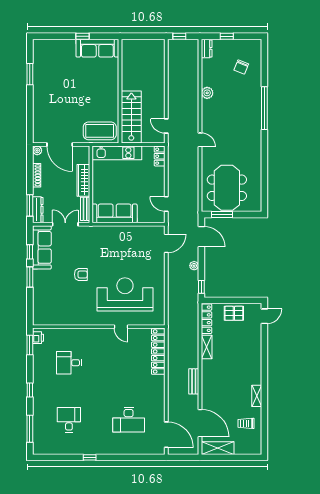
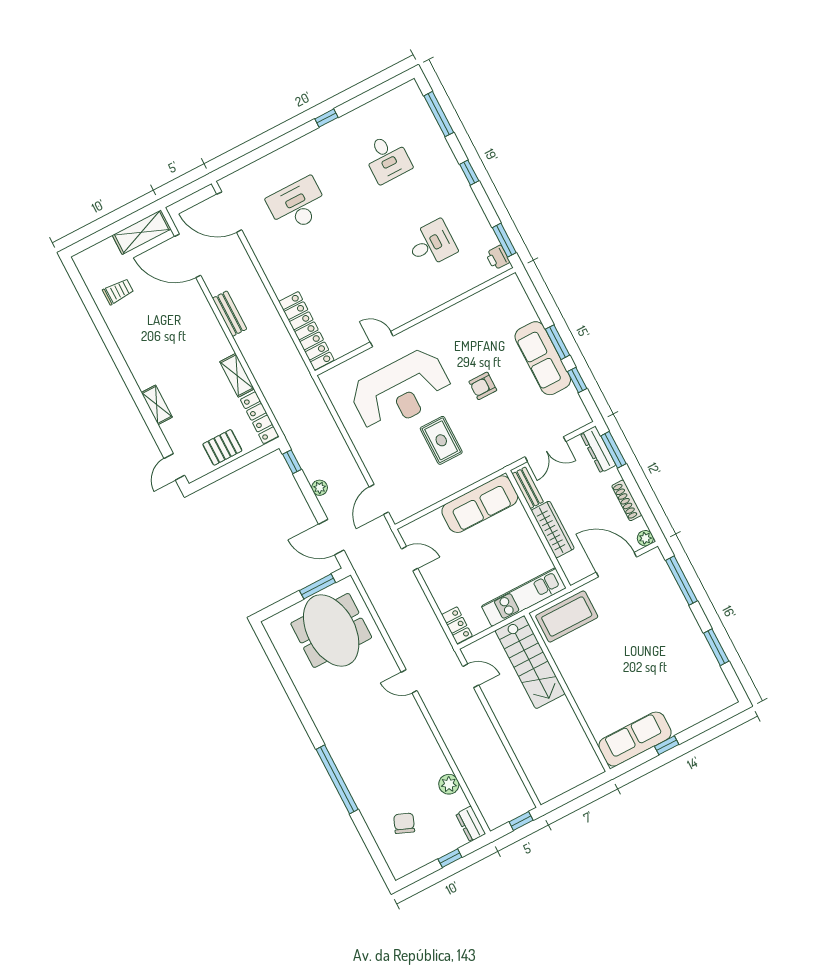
plant: (207, 93) -> (449, 784), moved
window: (30, 118) -> (682, 581), added
sofa: (42, 247) -> (543, 358), moved
rug: (117, 257) -> (441, 440), added
shelving: (257, 396) -> (157, 405), moved

